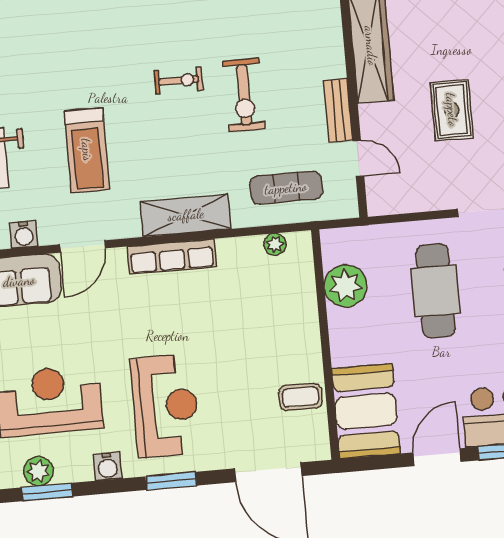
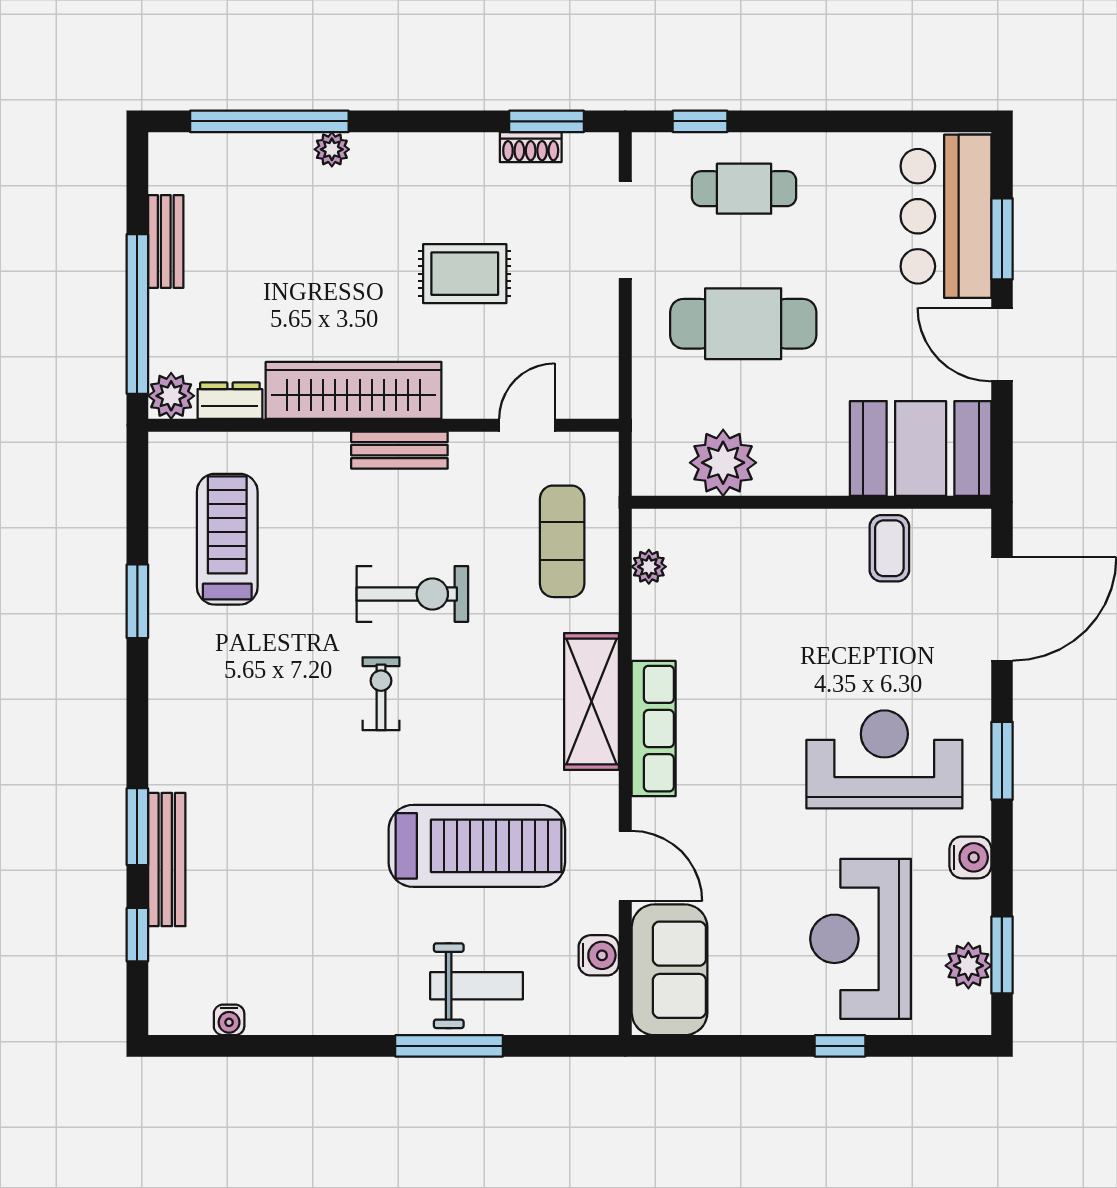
bench: (338, 111) -> (399, 450), moved
treadmill: (87, 150) -> (477, 846), width x1.37, depth x1.37

